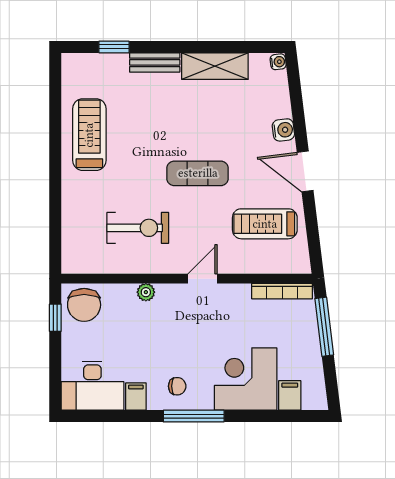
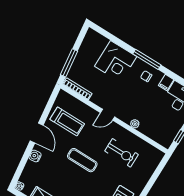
exercise bike: (138, 228) -> (121, 153), turned 180
chair: (84, 305) -> (164, 135), removed
filing cabinet: (290, 395) -> (101, 43), removed

